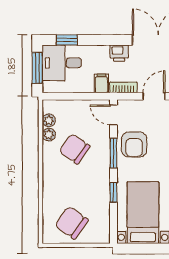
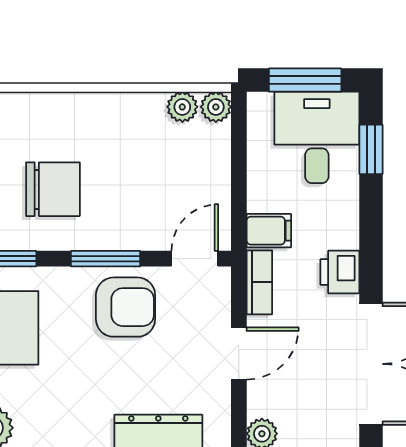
door: (154, 96) -> (239, 353), hinge flipped
plant: (49, 135) -> (216, 107), moved
armchair: (134, 145) -> (126, 307), turned 180
chair: (75, 149) -> (53, 189), moved, turned 55

